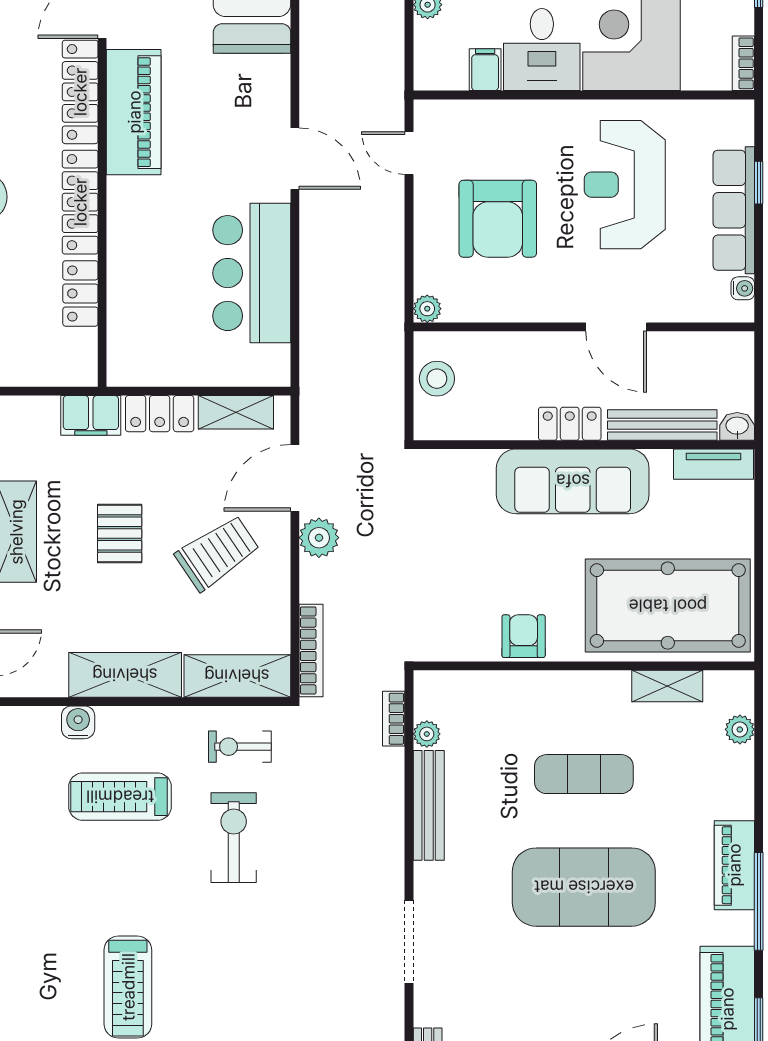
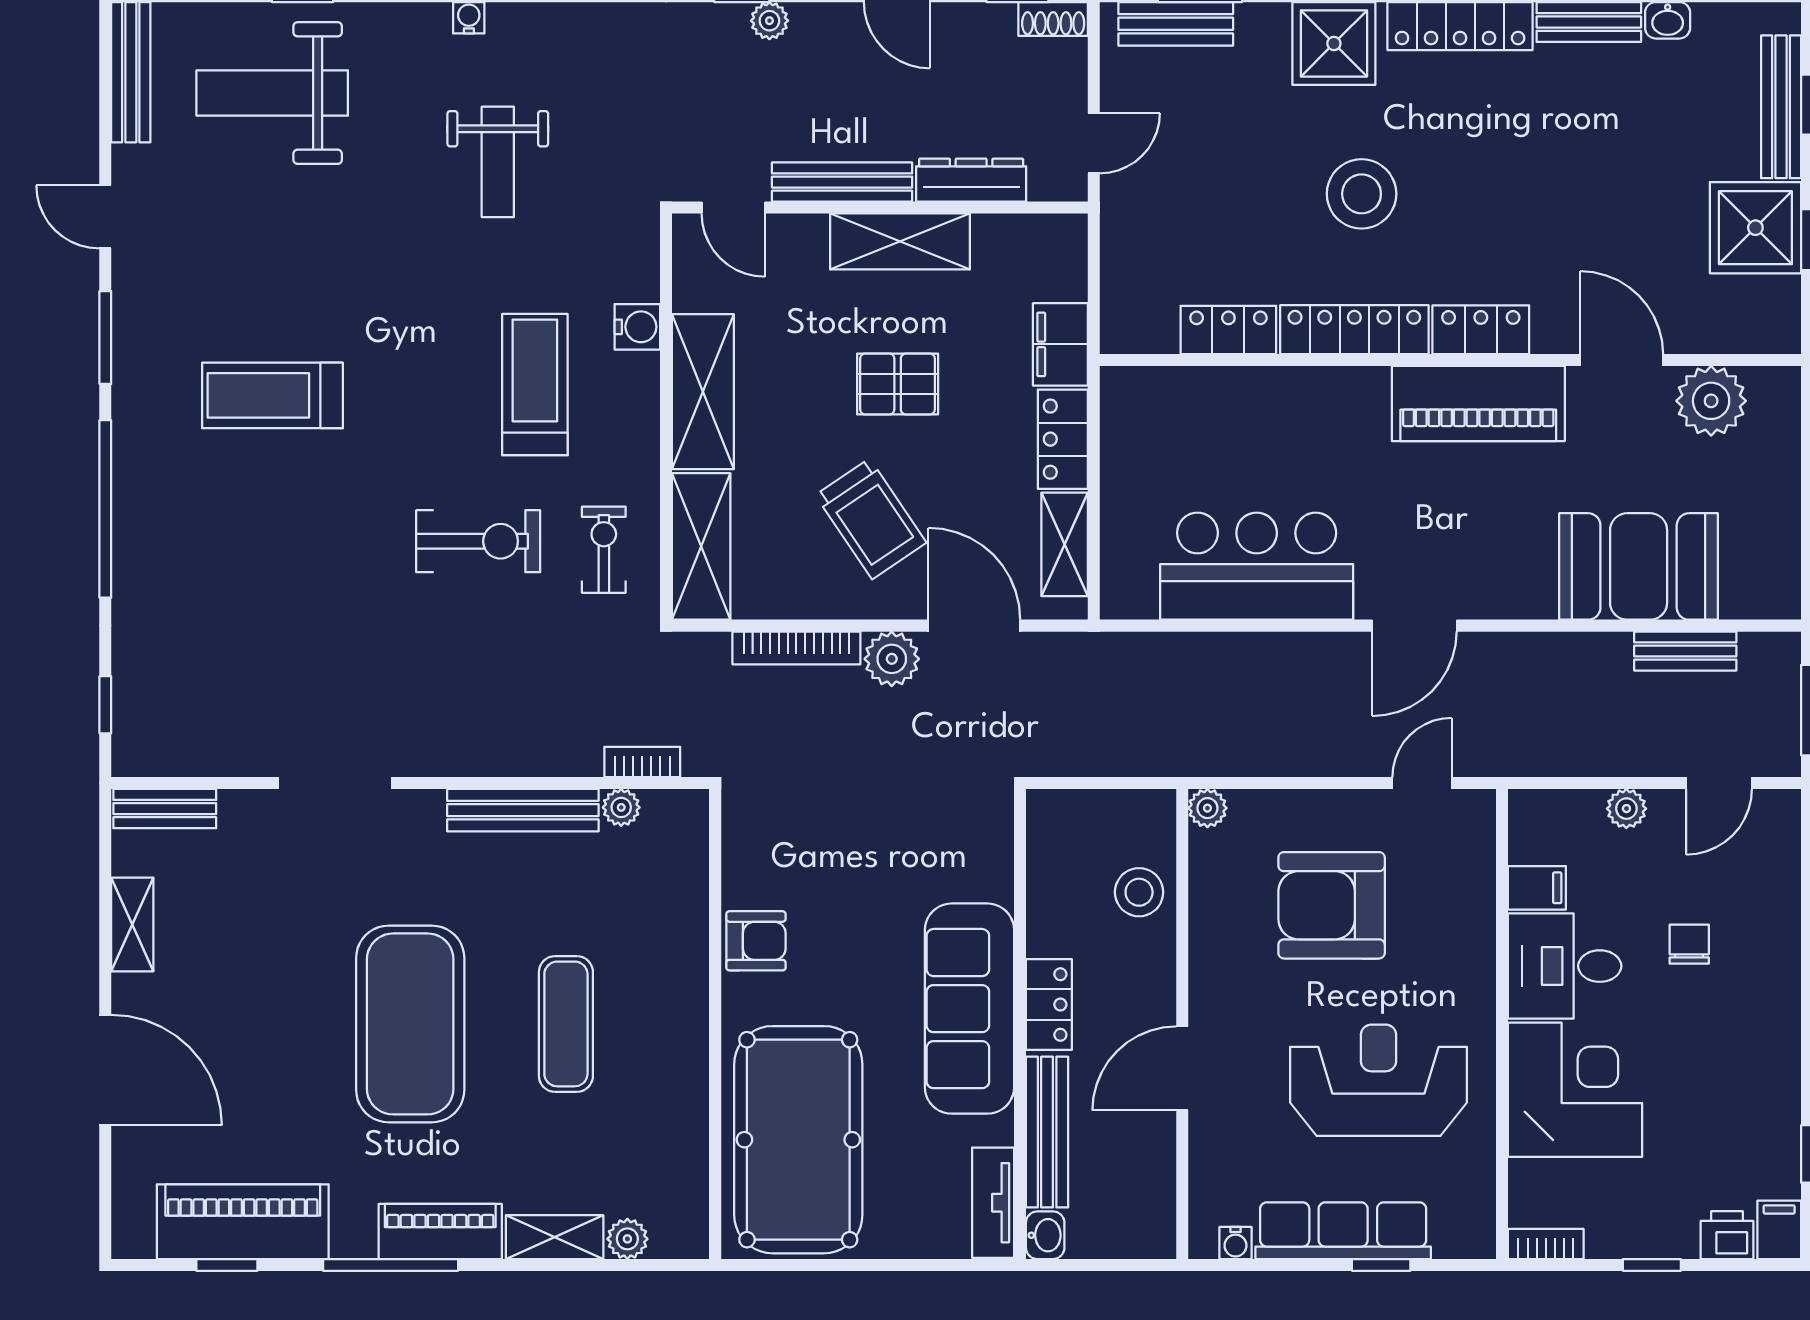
locker: (80, 92) -> (1481, 330), width x0.66
stool: (437, 379) -> (1139, 892), moved
bookcase: (311, 650) -> (796, 648), moved
shelving: (667, 686) -> (555, 1237), moved, turned 90

